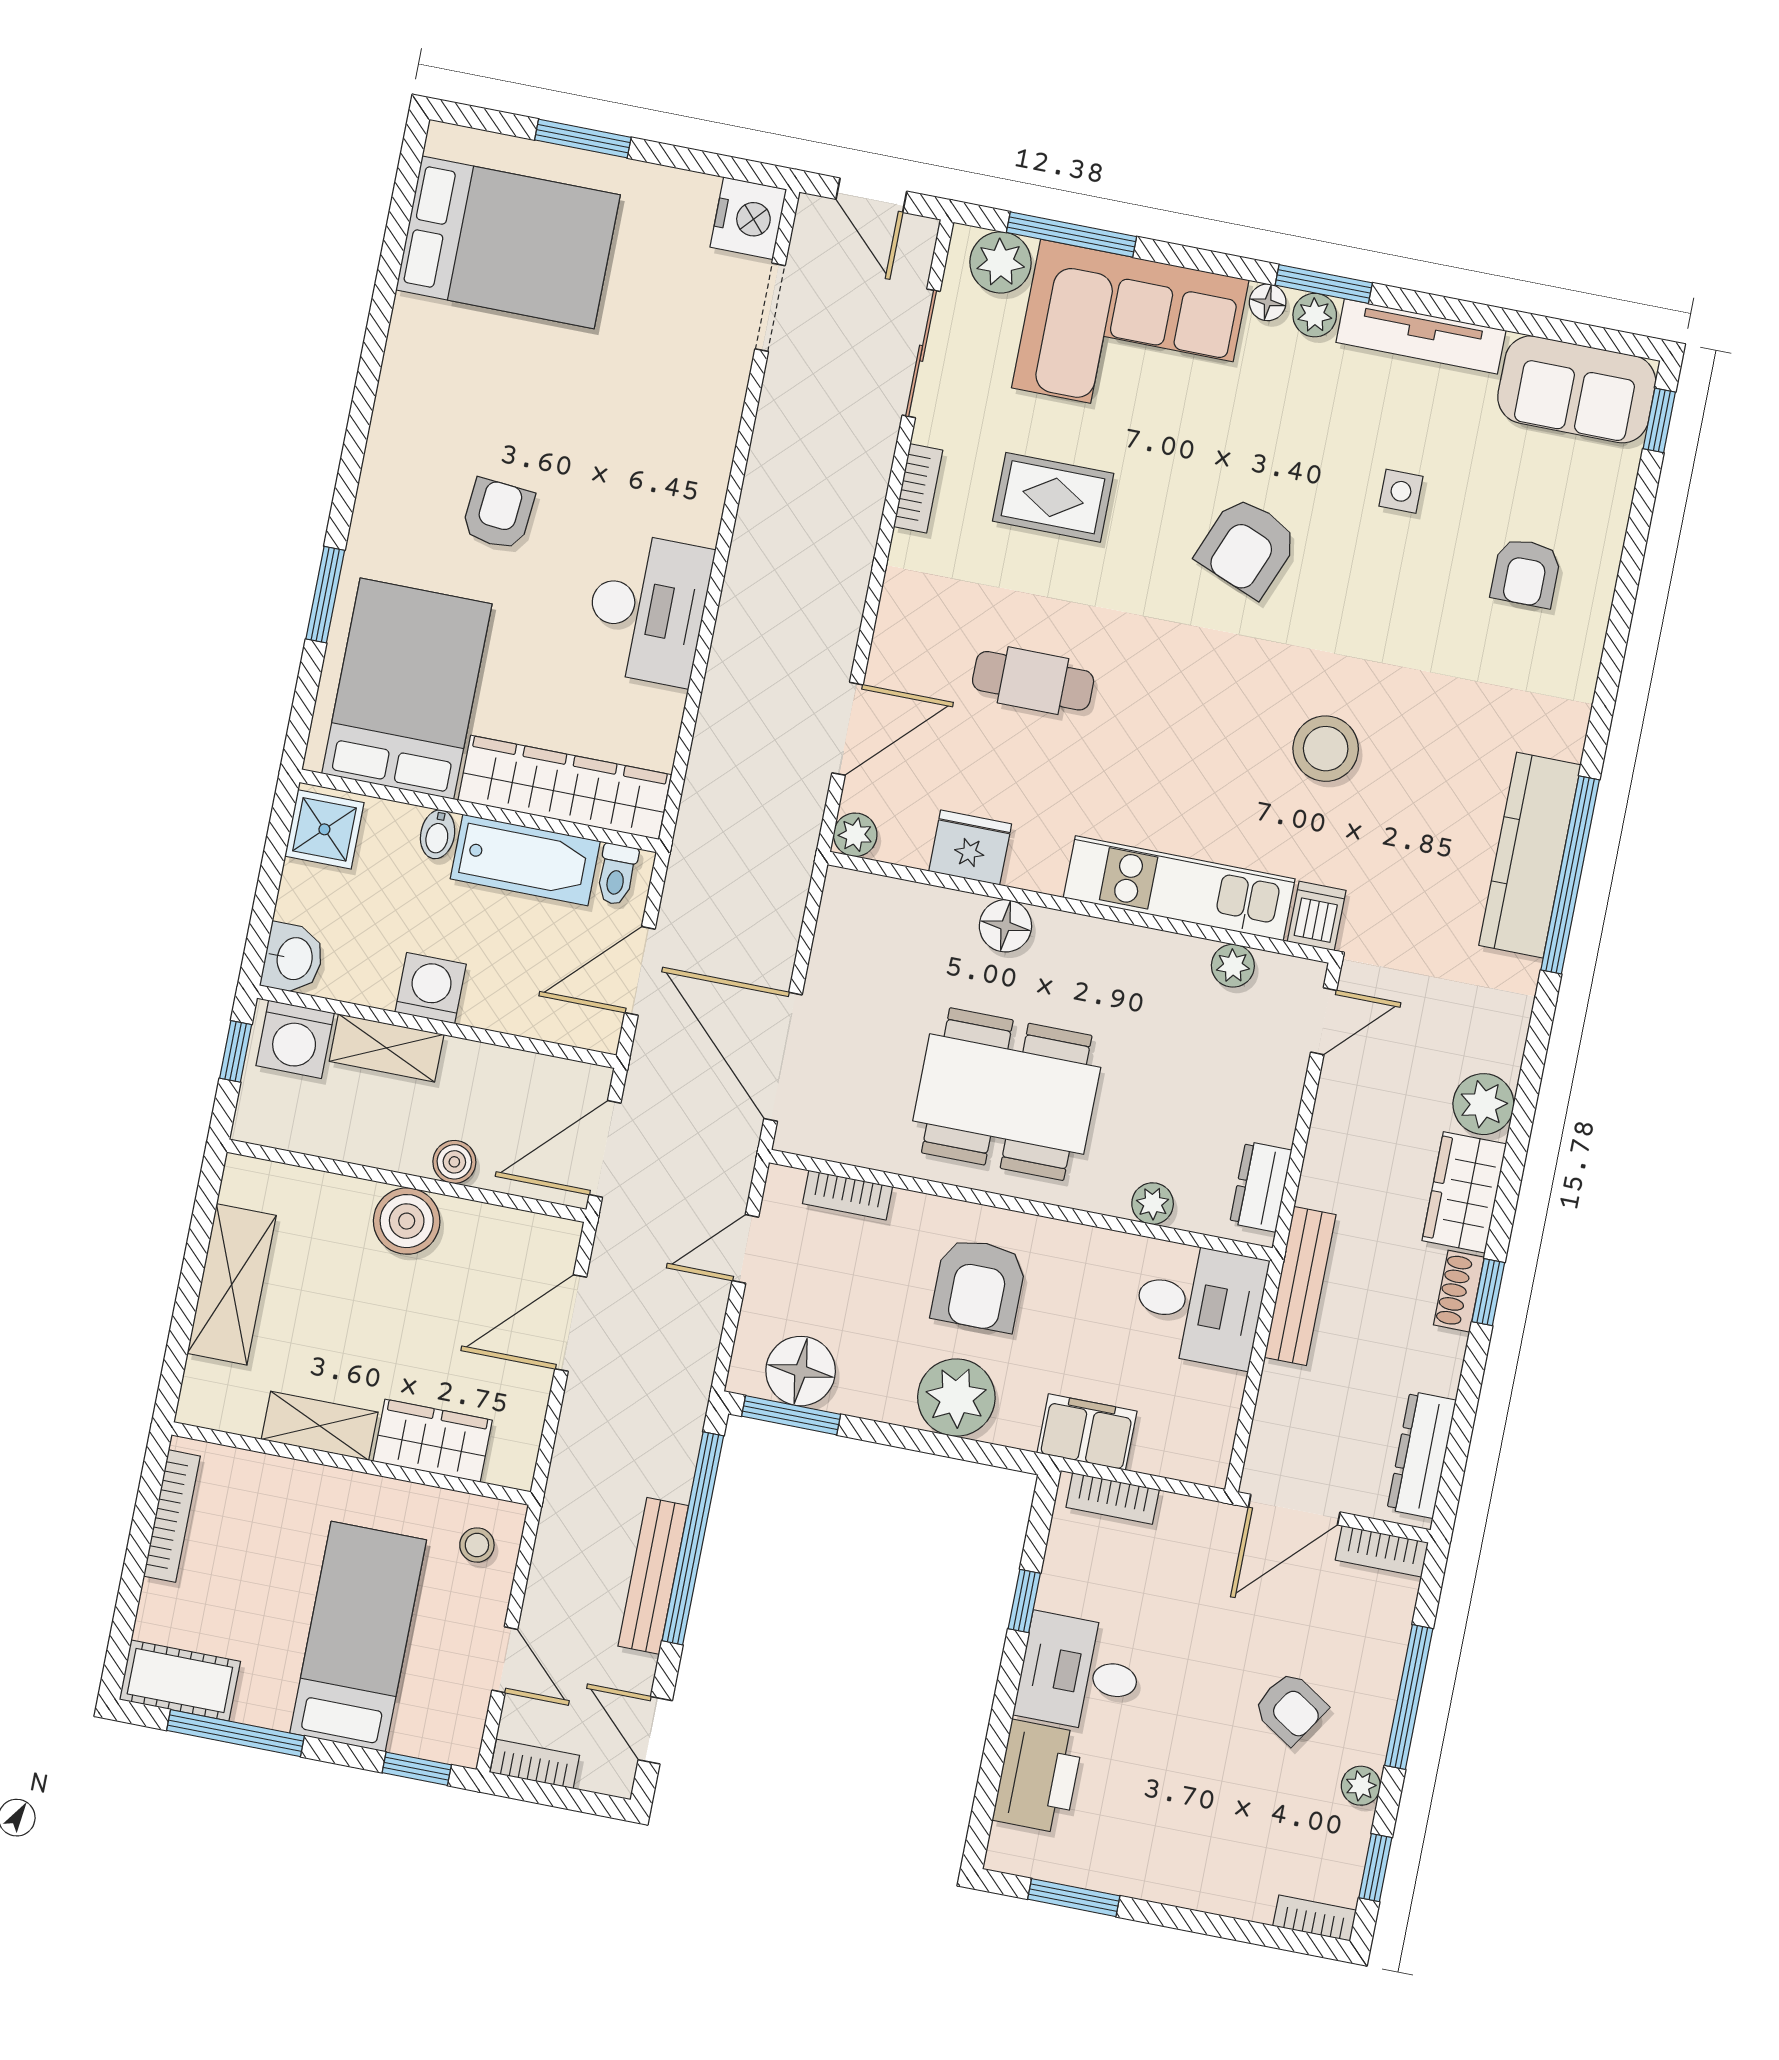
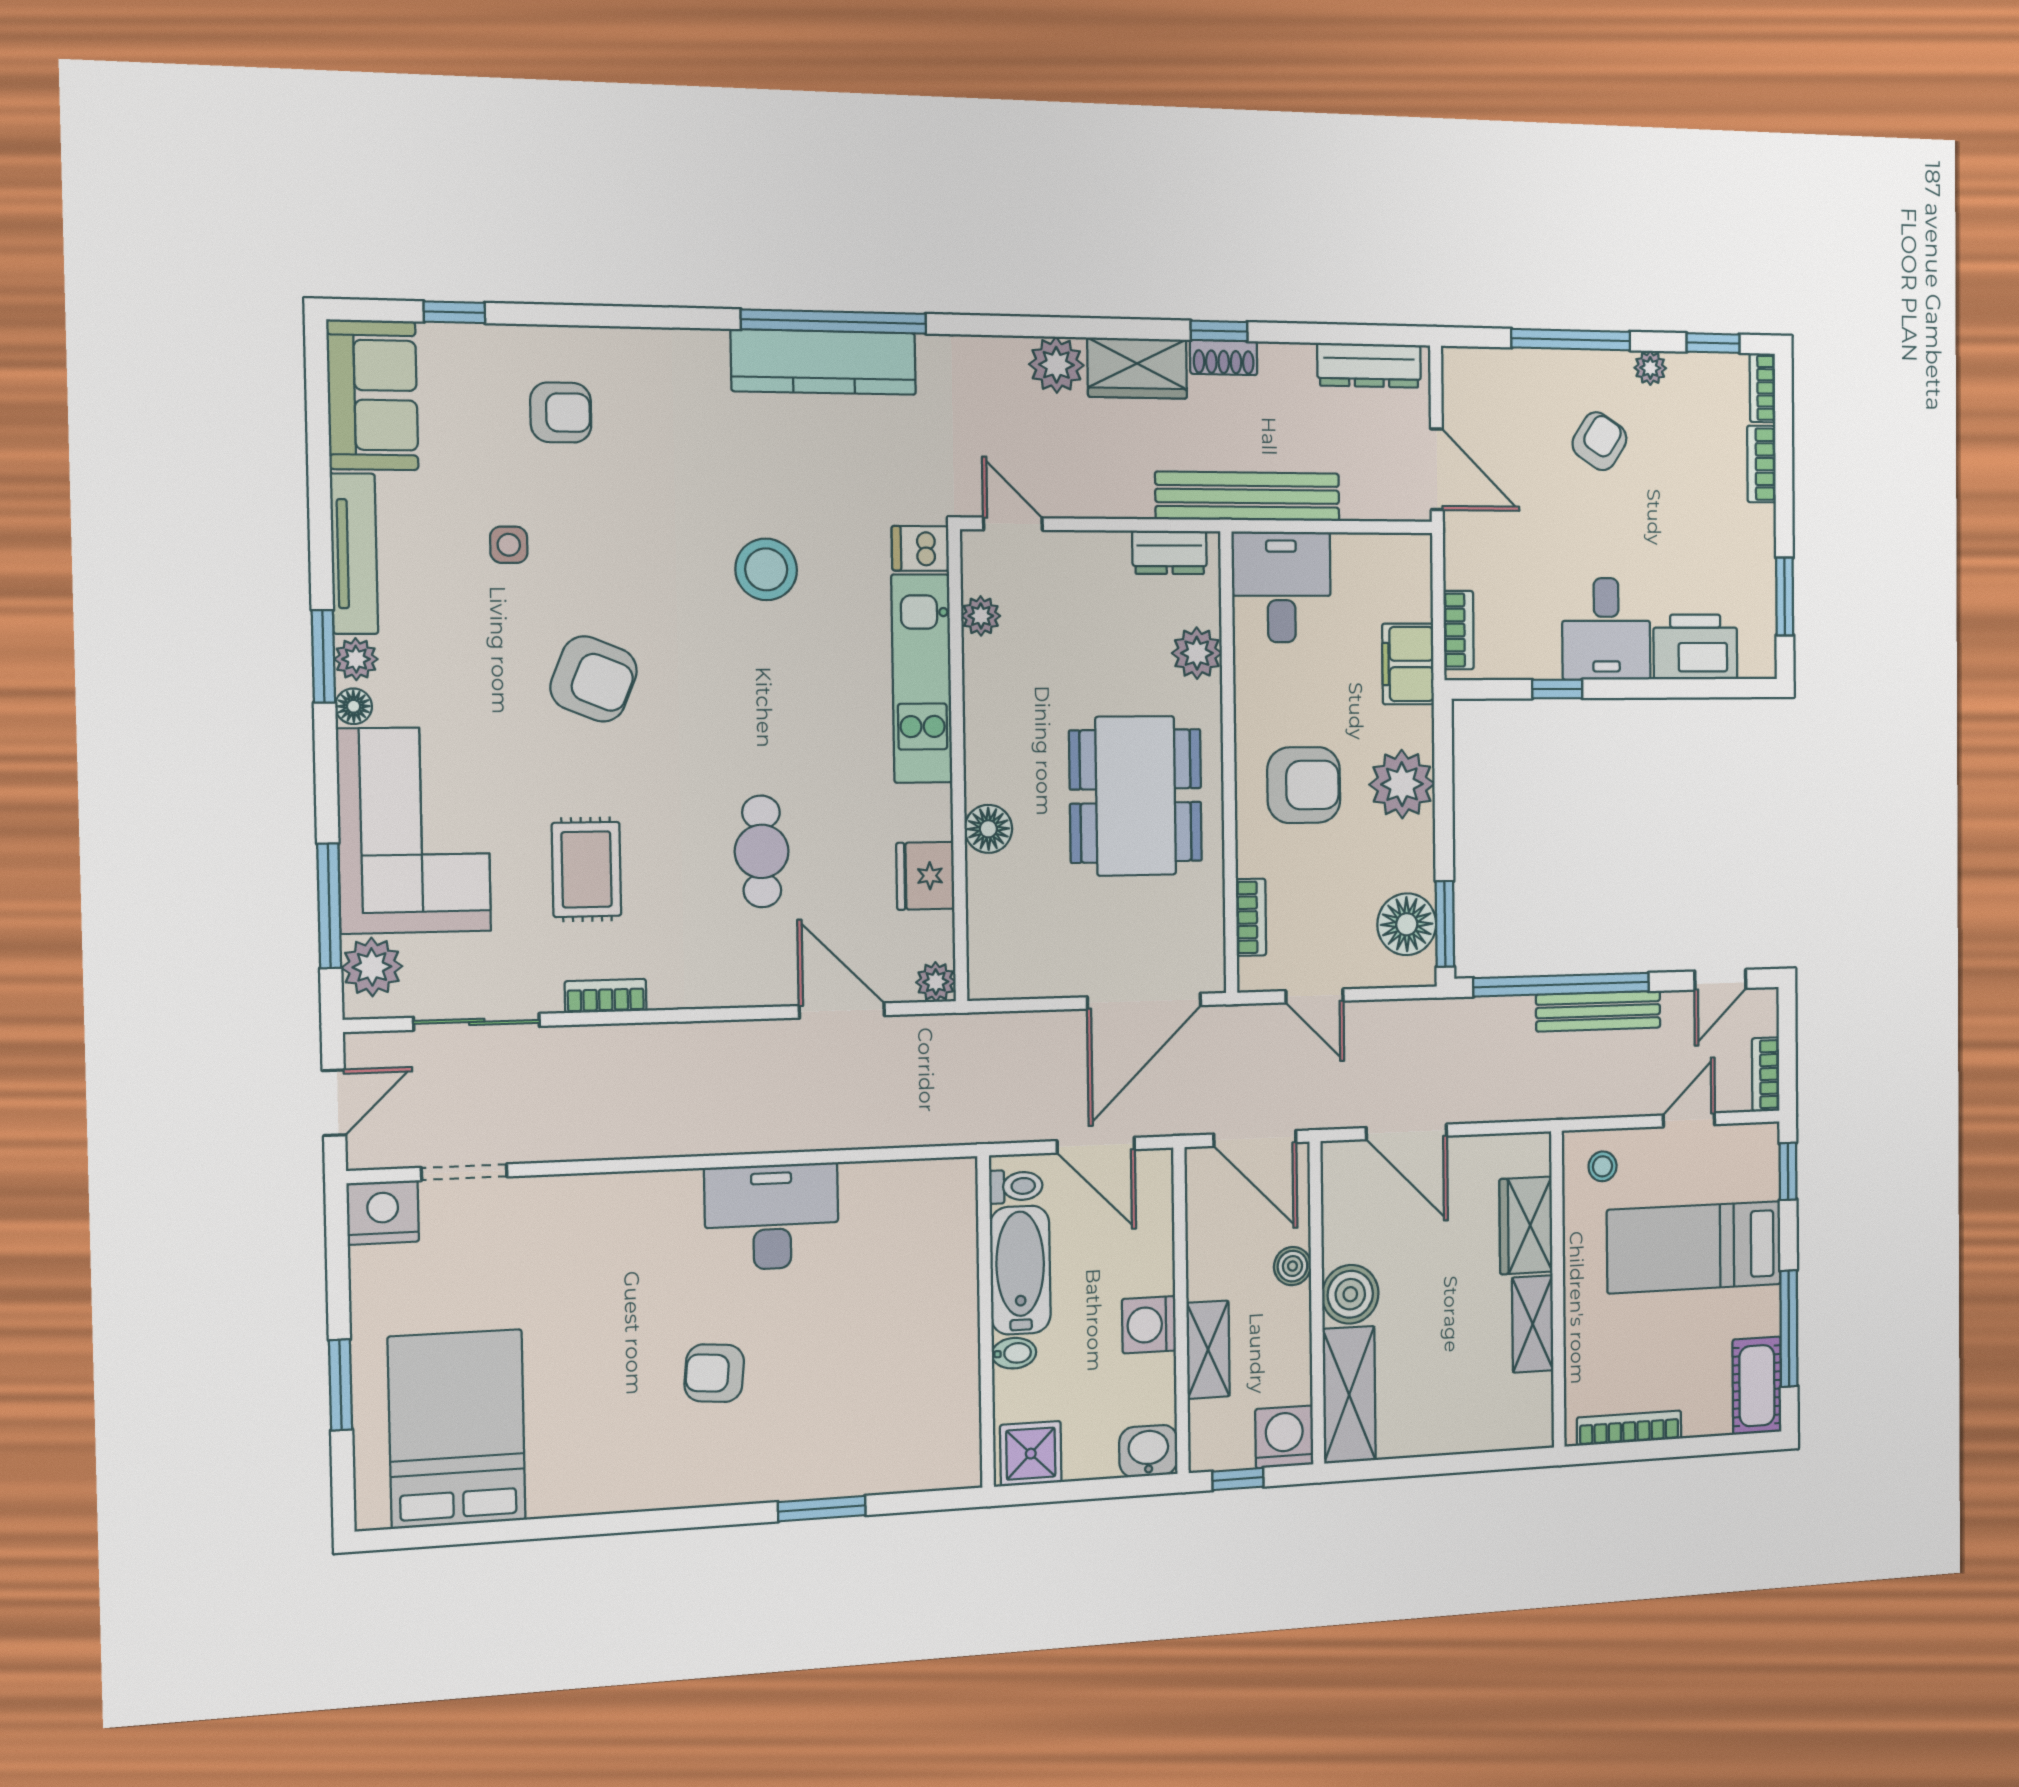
window: (1659, 420) -> (454, 312), moved
bed: (407, 689) -> (891, 1414), removed
wardrobe: (565, 787) -> (949, 1251), removed
washing machine: (295, 1039) -> (1284, 1437), moved, turned -90
plant: (1153, 1204) -> (1197, 653), width x1.38, depth x1.38
shelving: (232, 1284) -> (1349, 1395), moved, turned 90
bench: (1300, 1286) -> (1248, 496), width x1.37, depth x1.21
bookcase: (1382, 1551) -> (1761, 464), moved, turned 180

